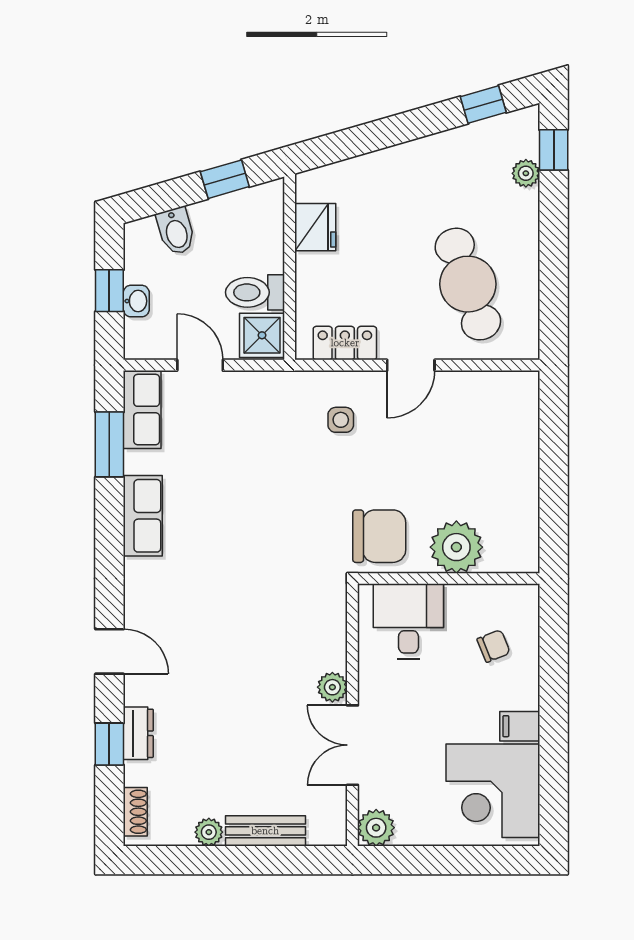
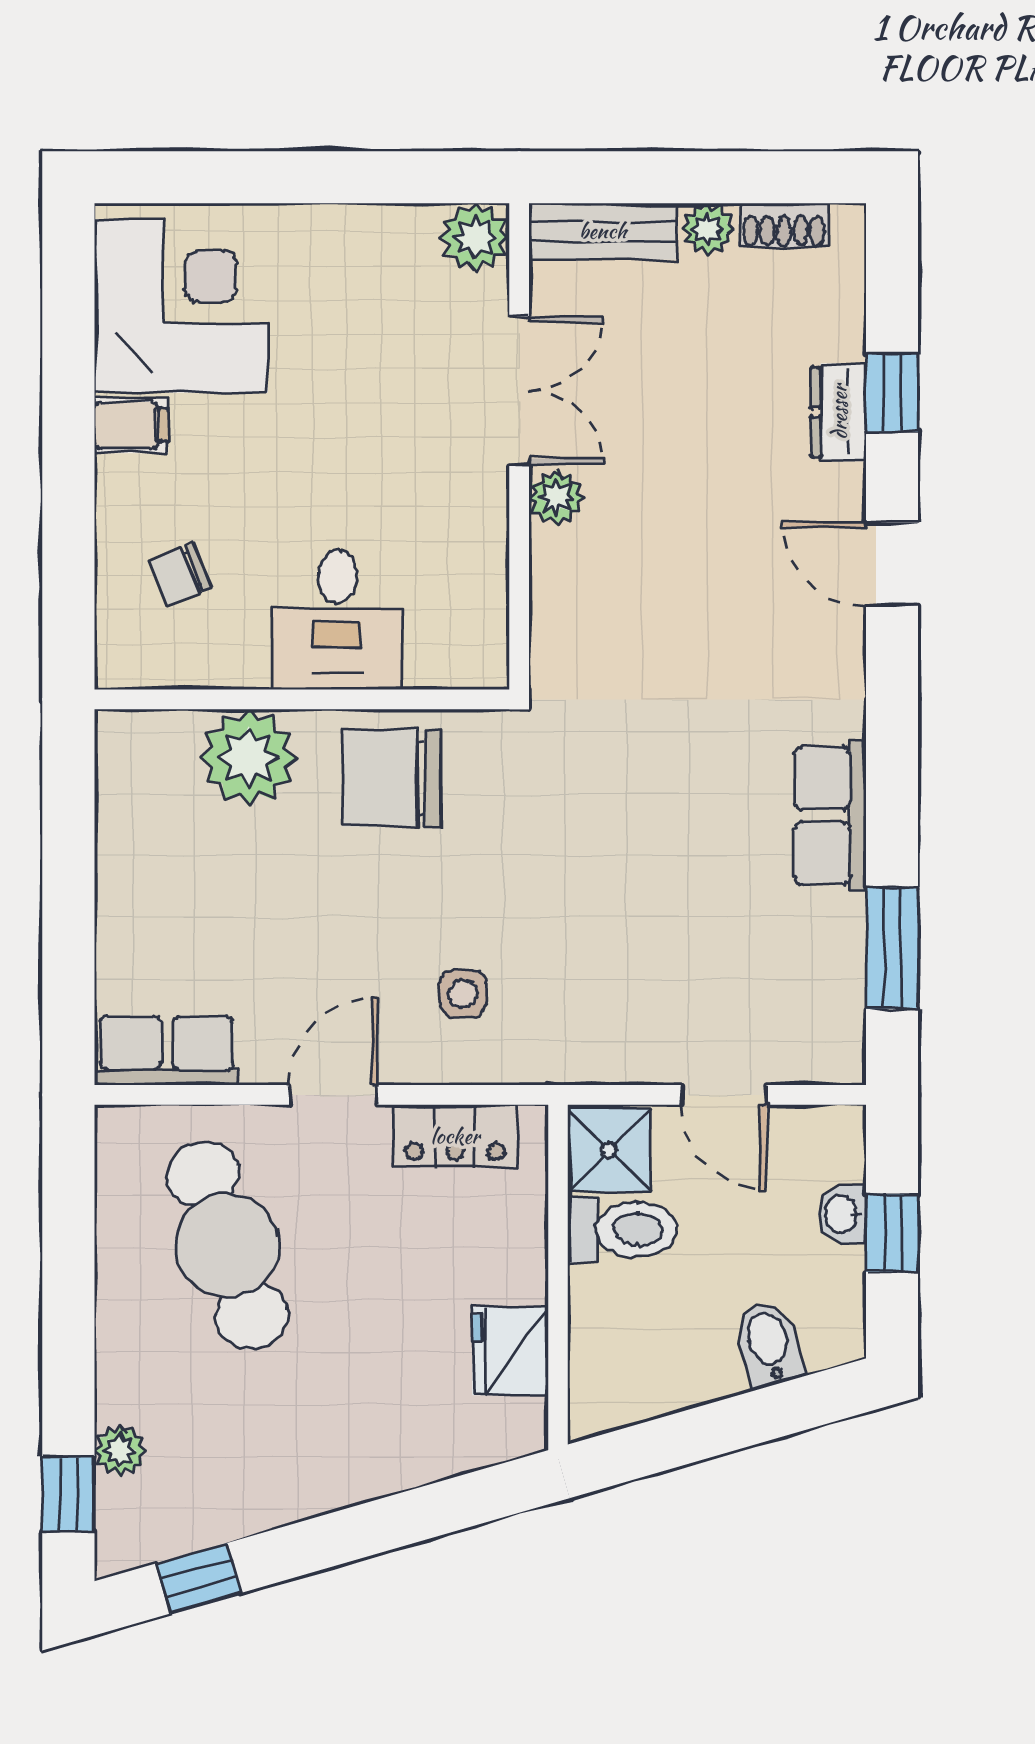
window: (225, 179) -> (678, 1440), removed
row of seats: (142, 410) -> (167, 1051), moved, turned 90
plant: (332, 687) -> (556, 498), moved
wall: (352, 715) -> (519, 446), moved
double door: (352, 745) -> (519, 390), moved
shoe rack: (135, 812) -> (784, 225), moved, turned -90
plant: (376, 828) -> (475, 237), moved

